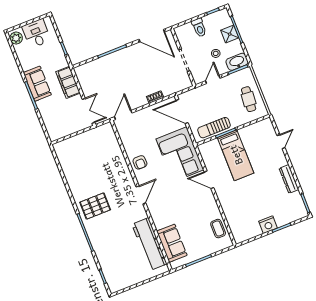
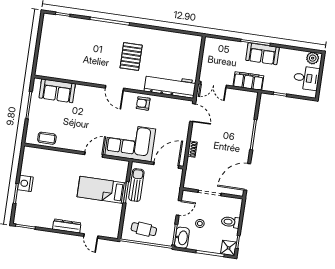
shower: (230, 34) -> (229, 248), moved
door: (213, 79) -> (179, 208), hinge flipped
dresser: (289, 179) -> (67, 226), moved
pallet: (95, 206) -> (131, 57), moved
workbench: (149, 244) -> (170, 86), moved

